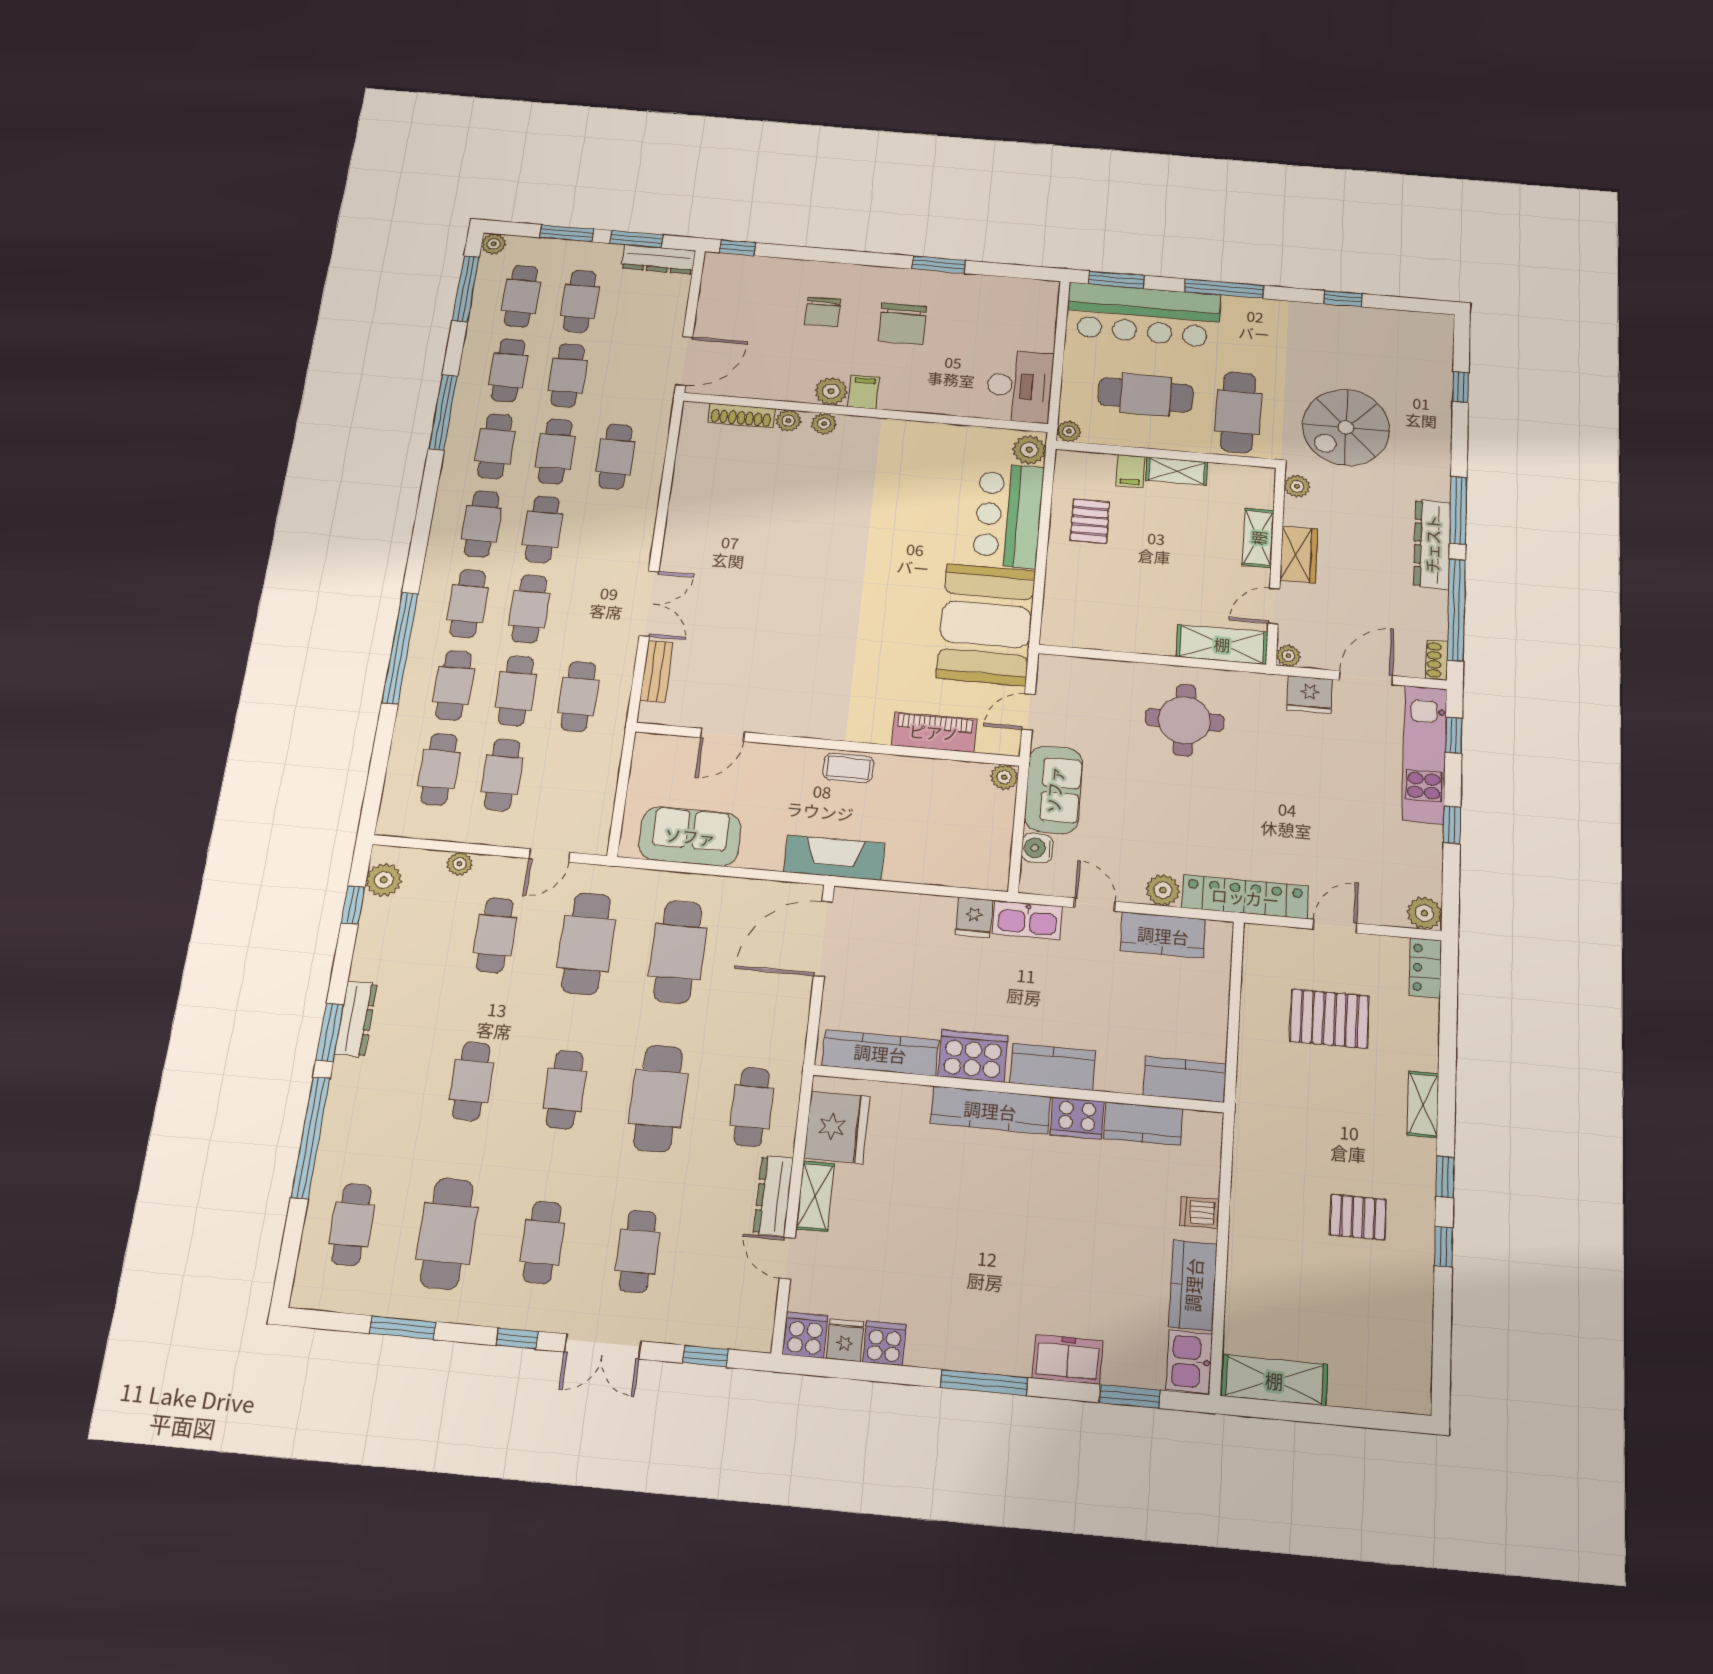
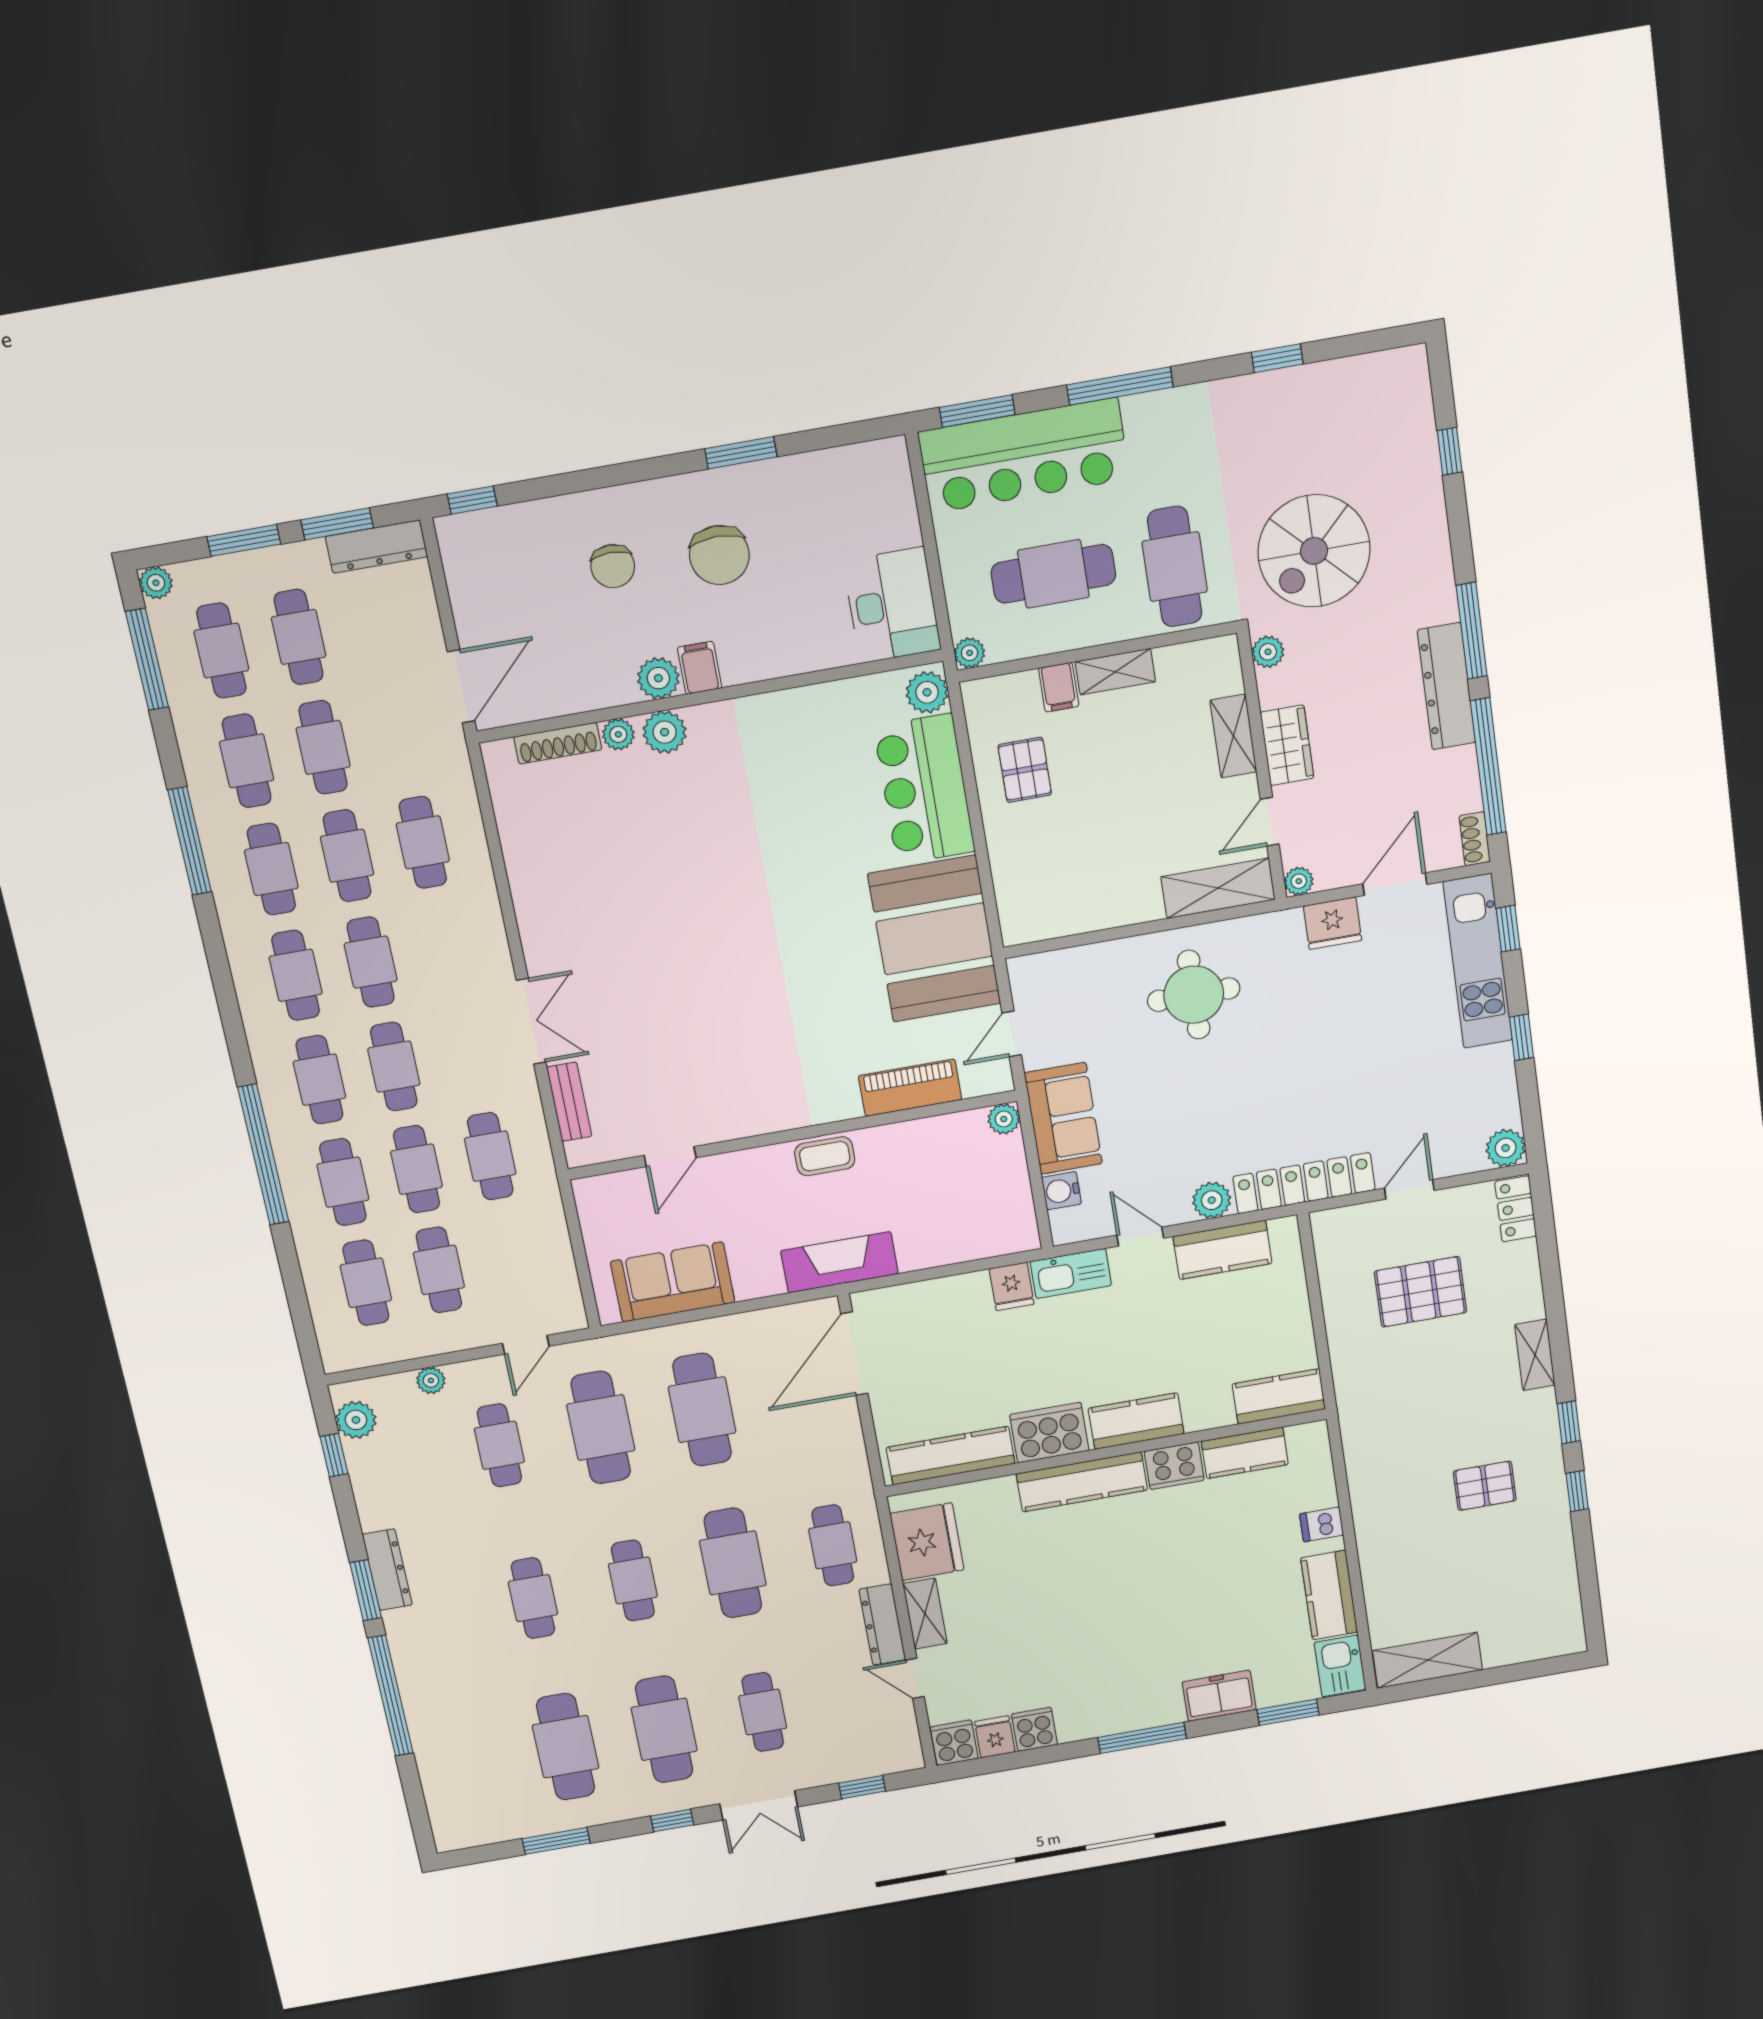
plant: (824, 424) -> (665, 732), width x1.38, depth x1.38
cafe table: (352, 1225) -> (467, 1764), removed
cafe table: (542, 1242) -> (664, 1729), width x1.37, depth x1.35

